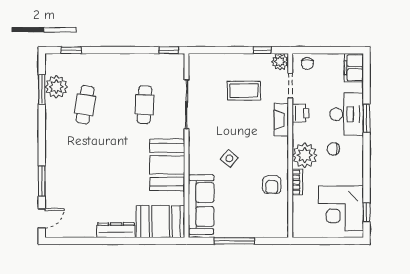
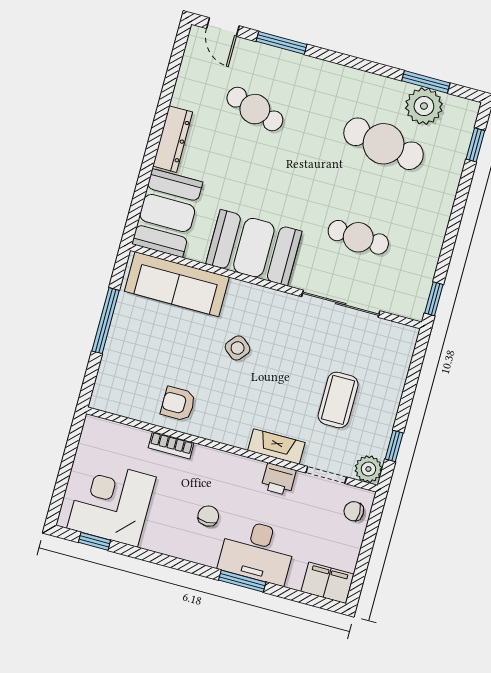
cafe table: (85, 105) -> (384, 144), width x1.37, depth x1.35
plant: (305, 155) -> (210, 468), removed
cafe table: (85, 186) -> (255, 109), added

